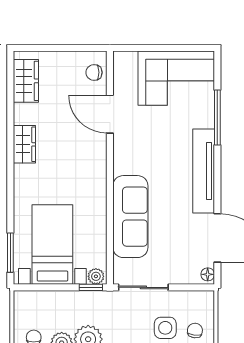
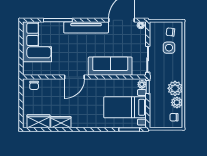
door: (110, 114) -> (74, 77), moved
wardrobe: (24, 144) -> (61, 122), moved

